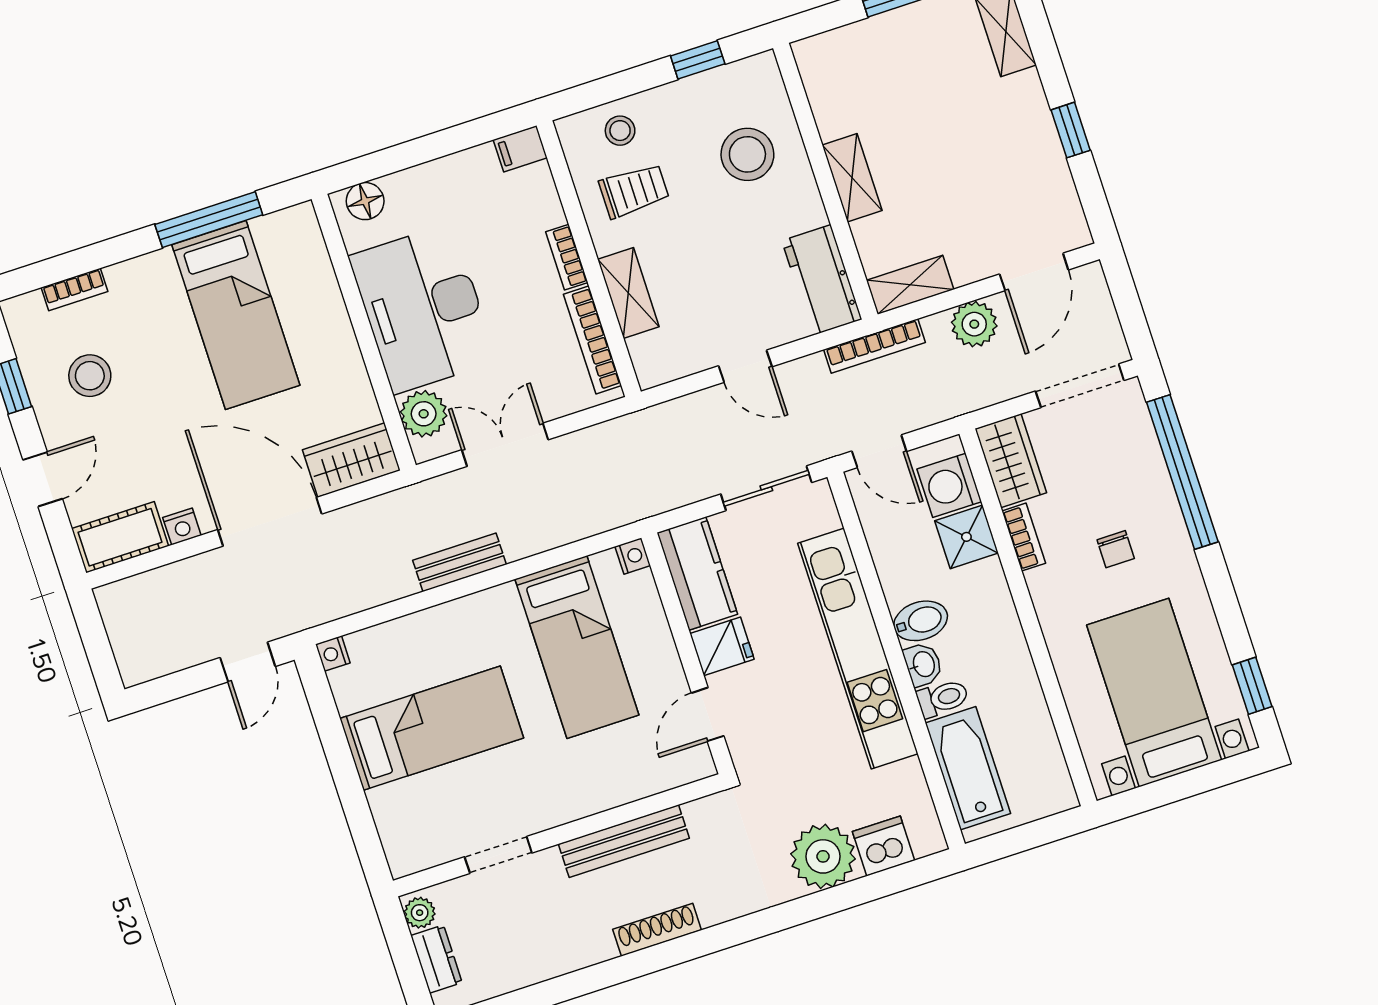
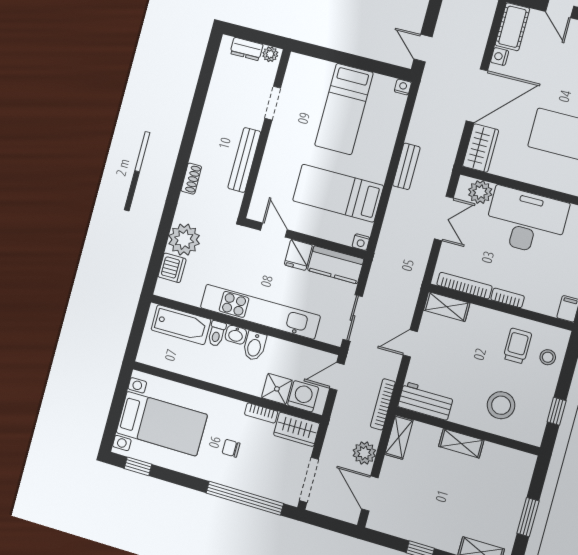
trolley: (634, 191) -> (517, 346), turned 180
shelving: (628, 293) -> (447, 307), moved
shoe rack: (657, 930) -> (191, 179), moved, width x0.70

